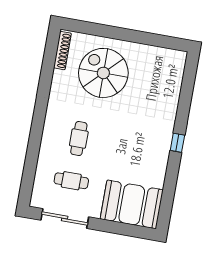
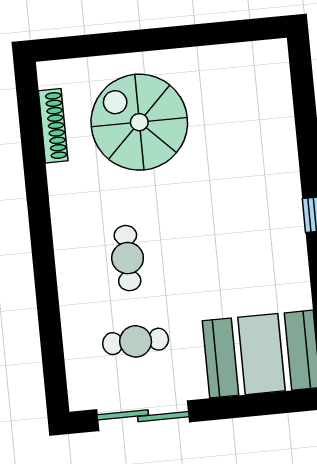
shoe rack: (62, 51) -> (53, 126), moved

